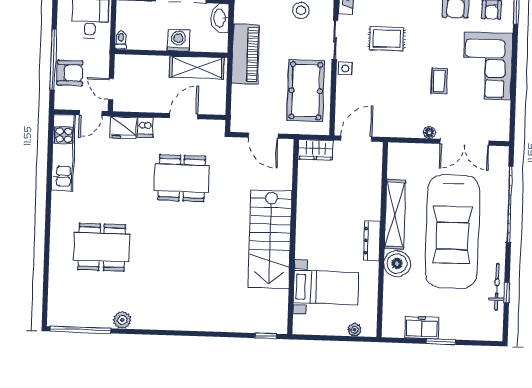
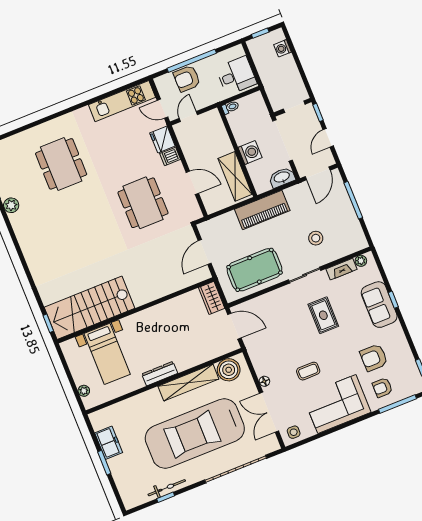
side table: (345, 68) -> (294, 432), moved
armchair: (70, 73) -> (187, 79), turned 90
stairs: (270, 239) -> (89, 308), moved
boiler: (397, 264) -> (229, 370), moved

